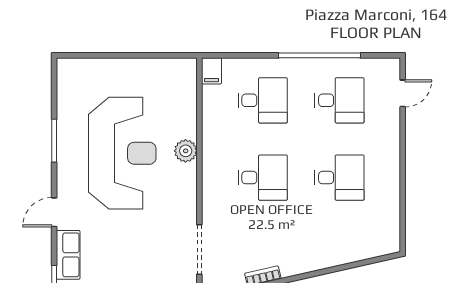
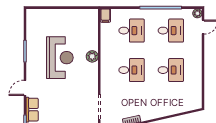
plant: (391, 67) -> (197, 13), added
reception desk: (122, 153) -> (60, 58), width x0.74, depth x0.77

